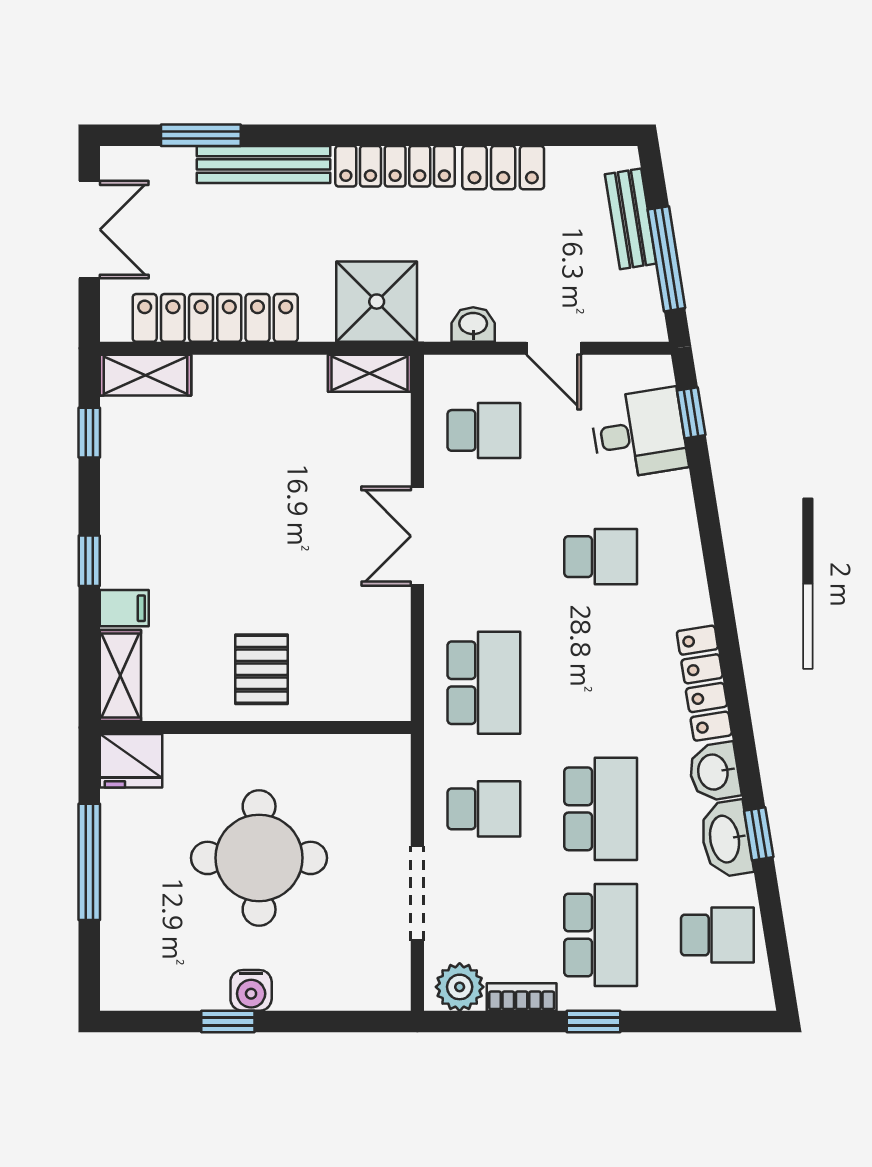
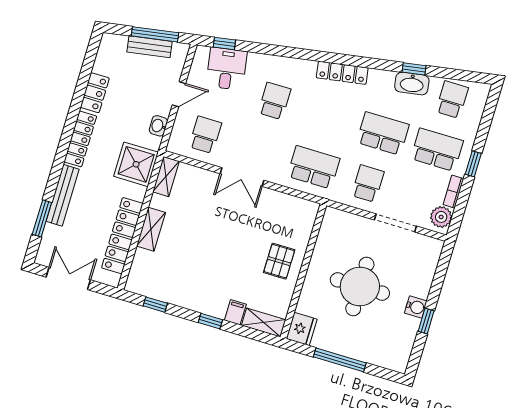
bench: (631, 219) -> (149, 47), moved
shelving: (145, 375) -> (151, 229), moved
pallet: (262, 669) -> (279, 261), turned 90
washbasin: (714, 772) -> (382, 80), removed

